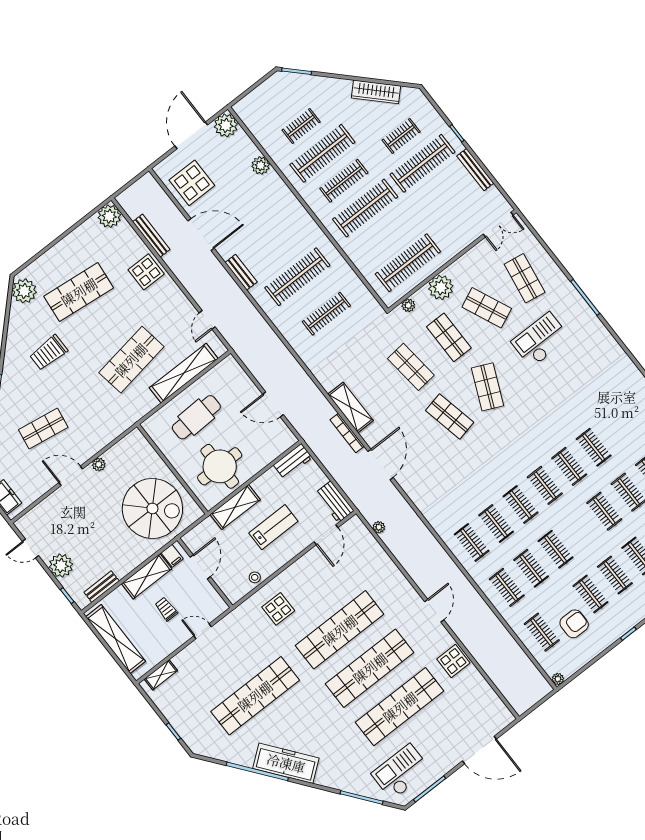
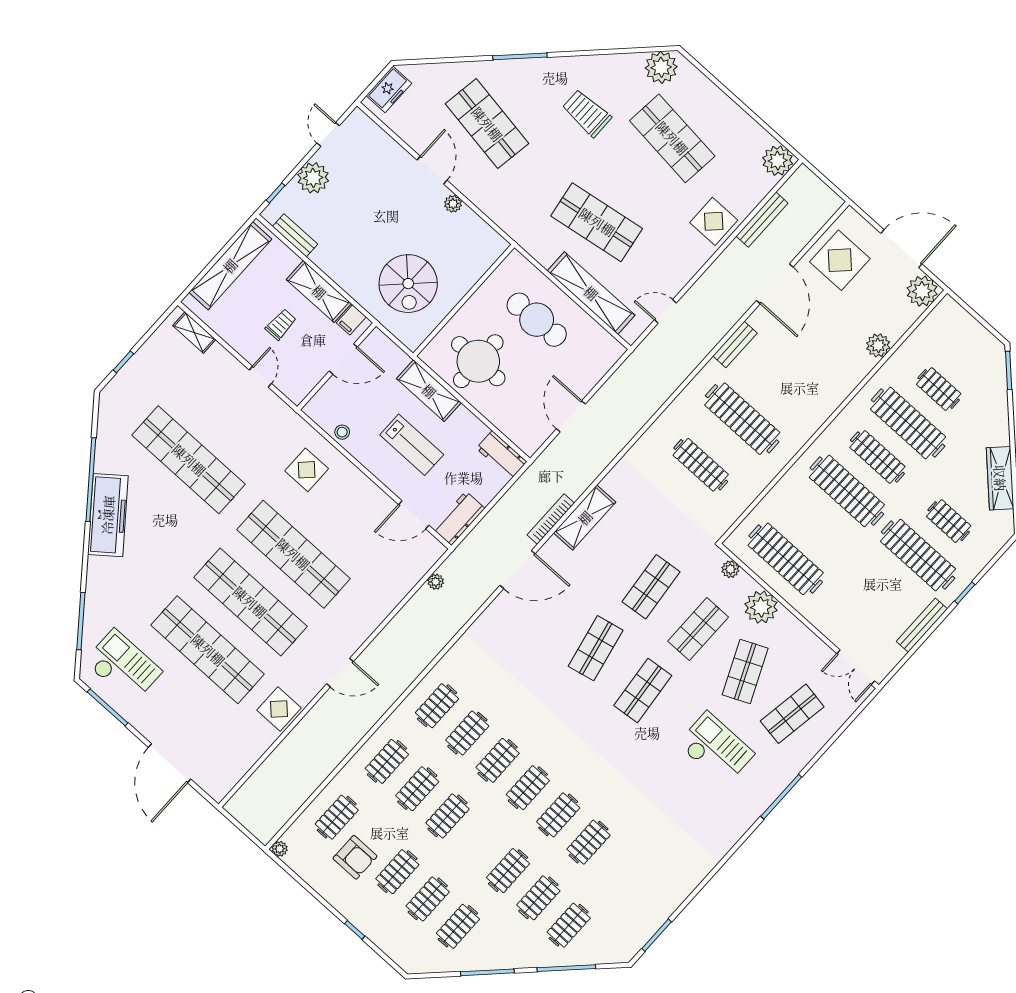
shop shelf: (487, 387) -> (643, 691), turned -30
shop shelf: (43, 428) -> (487, 124), width x1.43, depth x1.36
spiral stairs: (152, 508) -> (408, 284), width x0.73, depth x0.73

